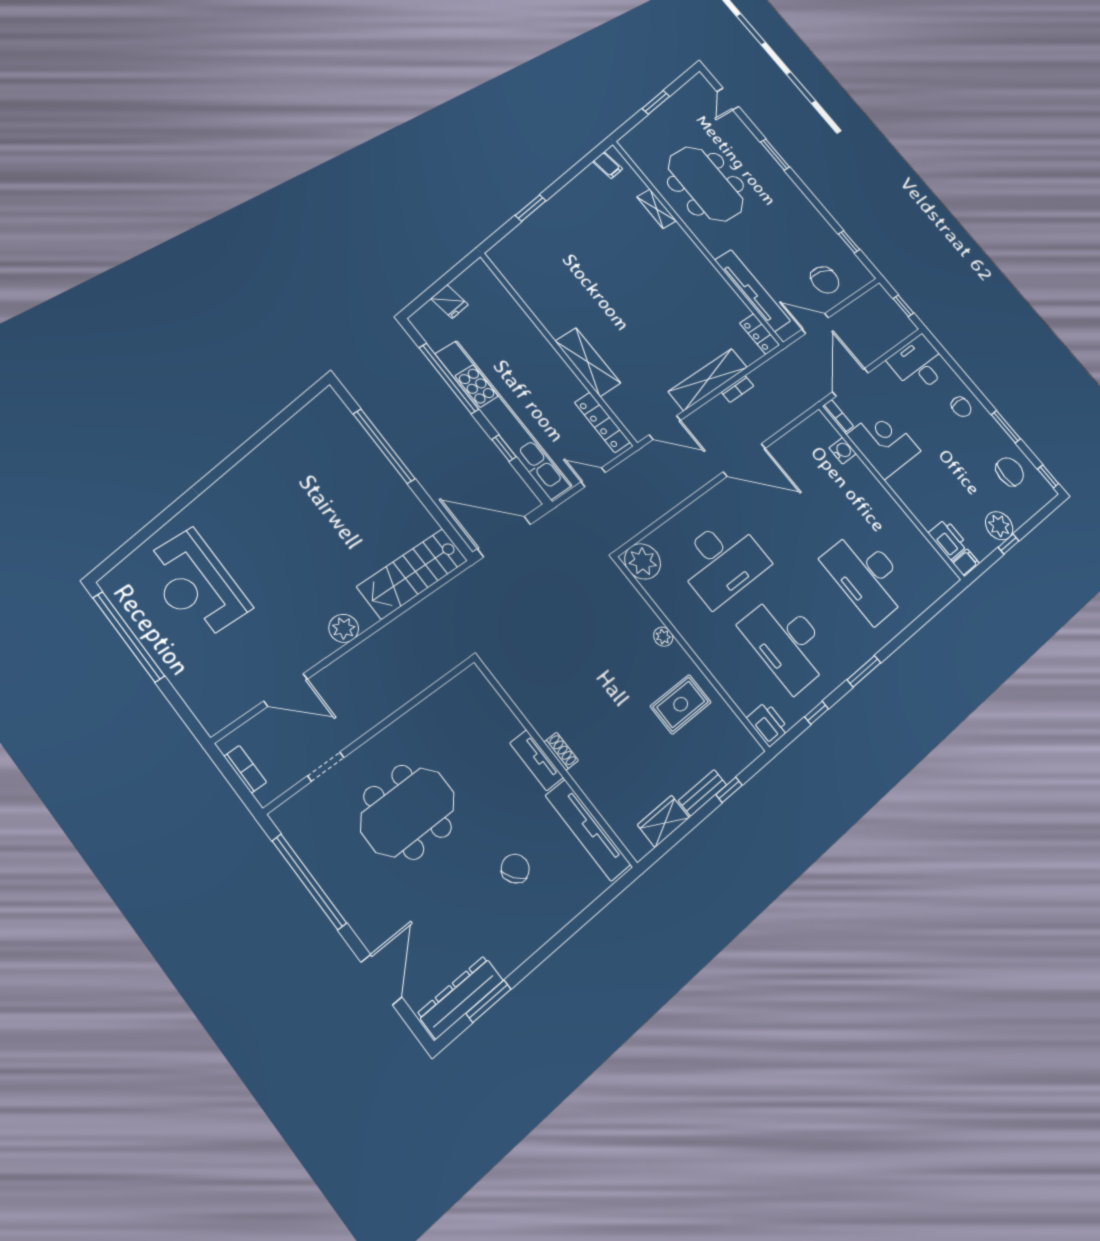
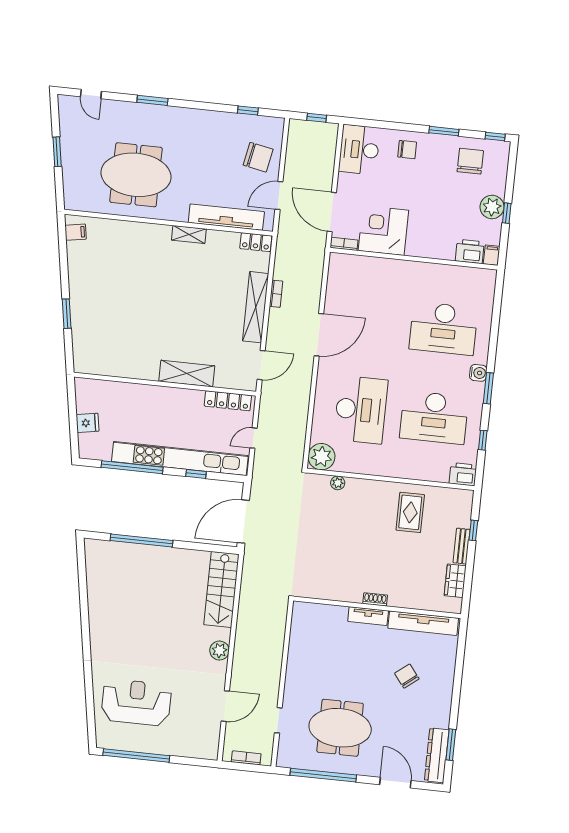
shelving: (657, 209) -> (189, 234), moved
water cooler: (843, 451) -> (478, 373), moved, turned 90
reception desk: (196, 585) -> (136, 702), turned 180
plant: (663, 637) -> (338, 483), moved
meeting table: (408, 812) -> (340, 728), moved, turned 90

